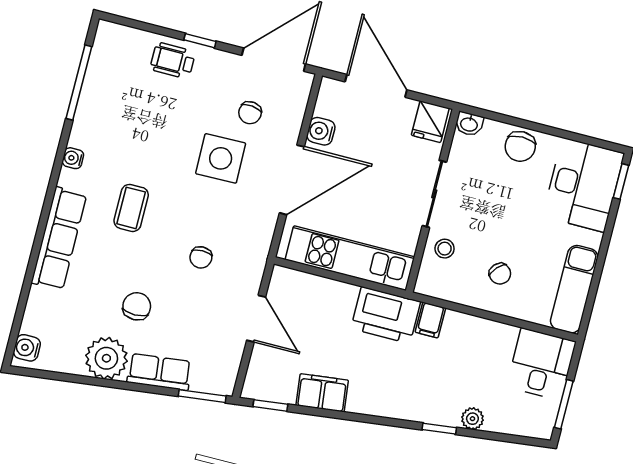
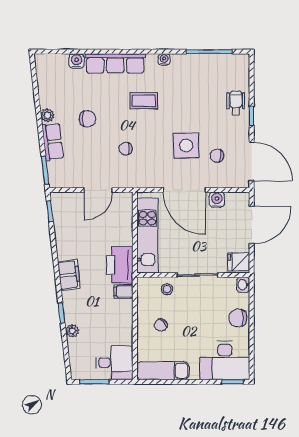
water cooler: (27, 348) -> (77, 61), moved
plant: (106, 358) -> (48, 115), width x0.53, depth x0.53
filing cabinet: (322, 393) -> (69, 275), moved

